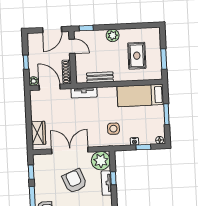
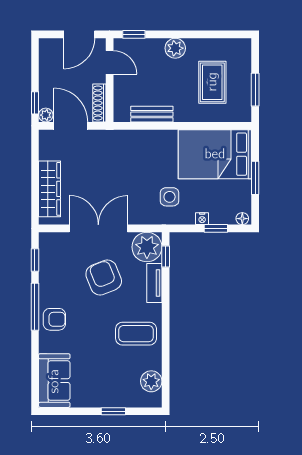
window: (26, 62) -> (35, 103), moved
tv unit: (84, 93) -> (125, 137), removed
bed: (140, 95) -> (215, 154), width x1.50
wardrobe: (38, 133) -> (49, 189), width x1.50
window: (113, 178) -> (166, 256), moved

